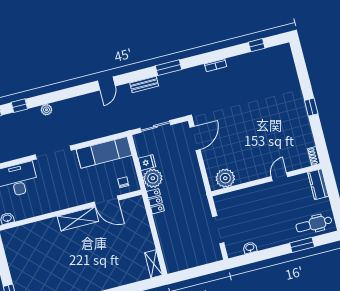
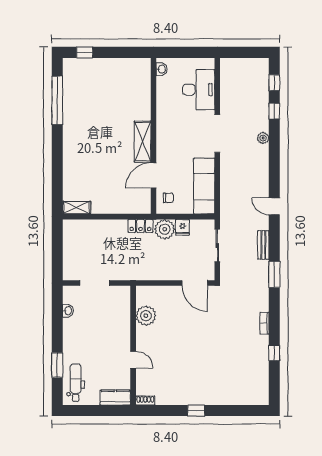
window: (257, 45) -> (274, 353), moved
plant: (225, 178) -> (146, 316), moved

